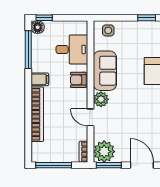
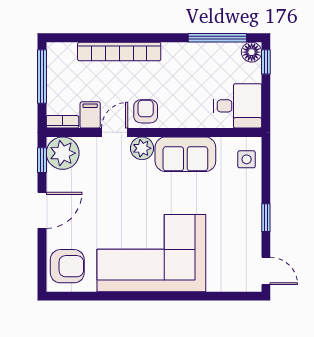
desk: (72, 49) -> (237, 106), moved, turned -90
filing cabinet: (40, 79) -> (90, 115), moved, turned 180
armchair: (78, 80) -> (146, 111), moved
window: (109, 165) -> (42, 160), width x0.67

